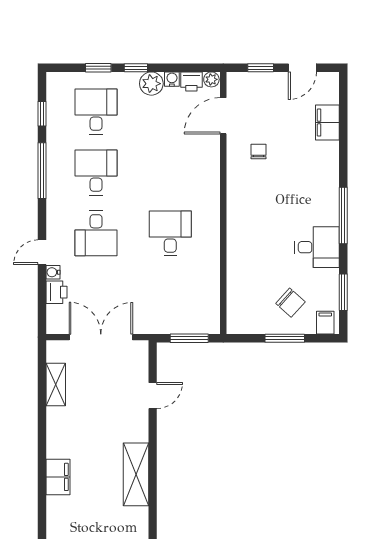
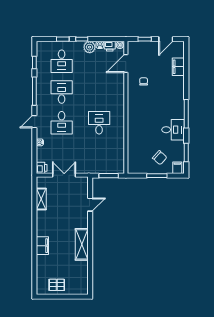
desk: (96, 111) -> (62, 61), turned 180
door: (42, 252) -> (34, 122), moved
printer: (56, 292) -> (42, 168), moved
double door: (101, 337) -> (64, 175), width x0.73

